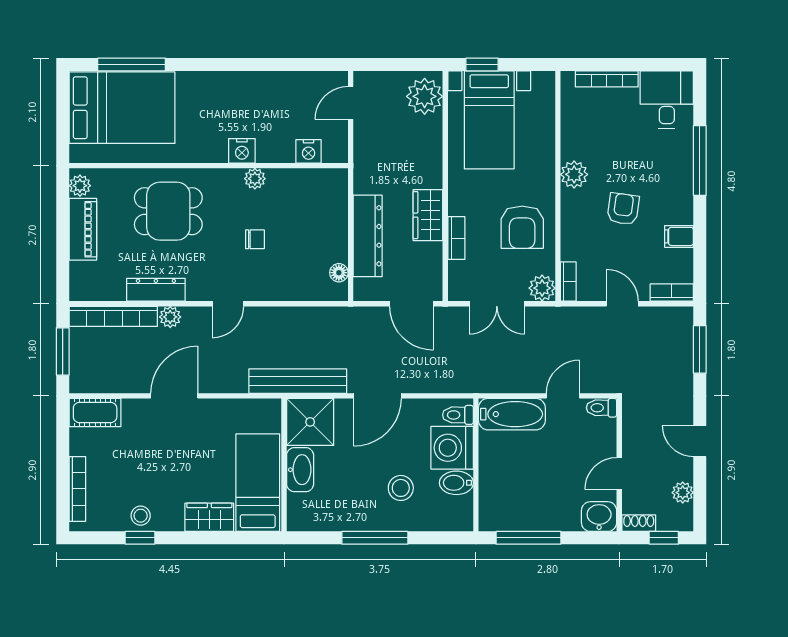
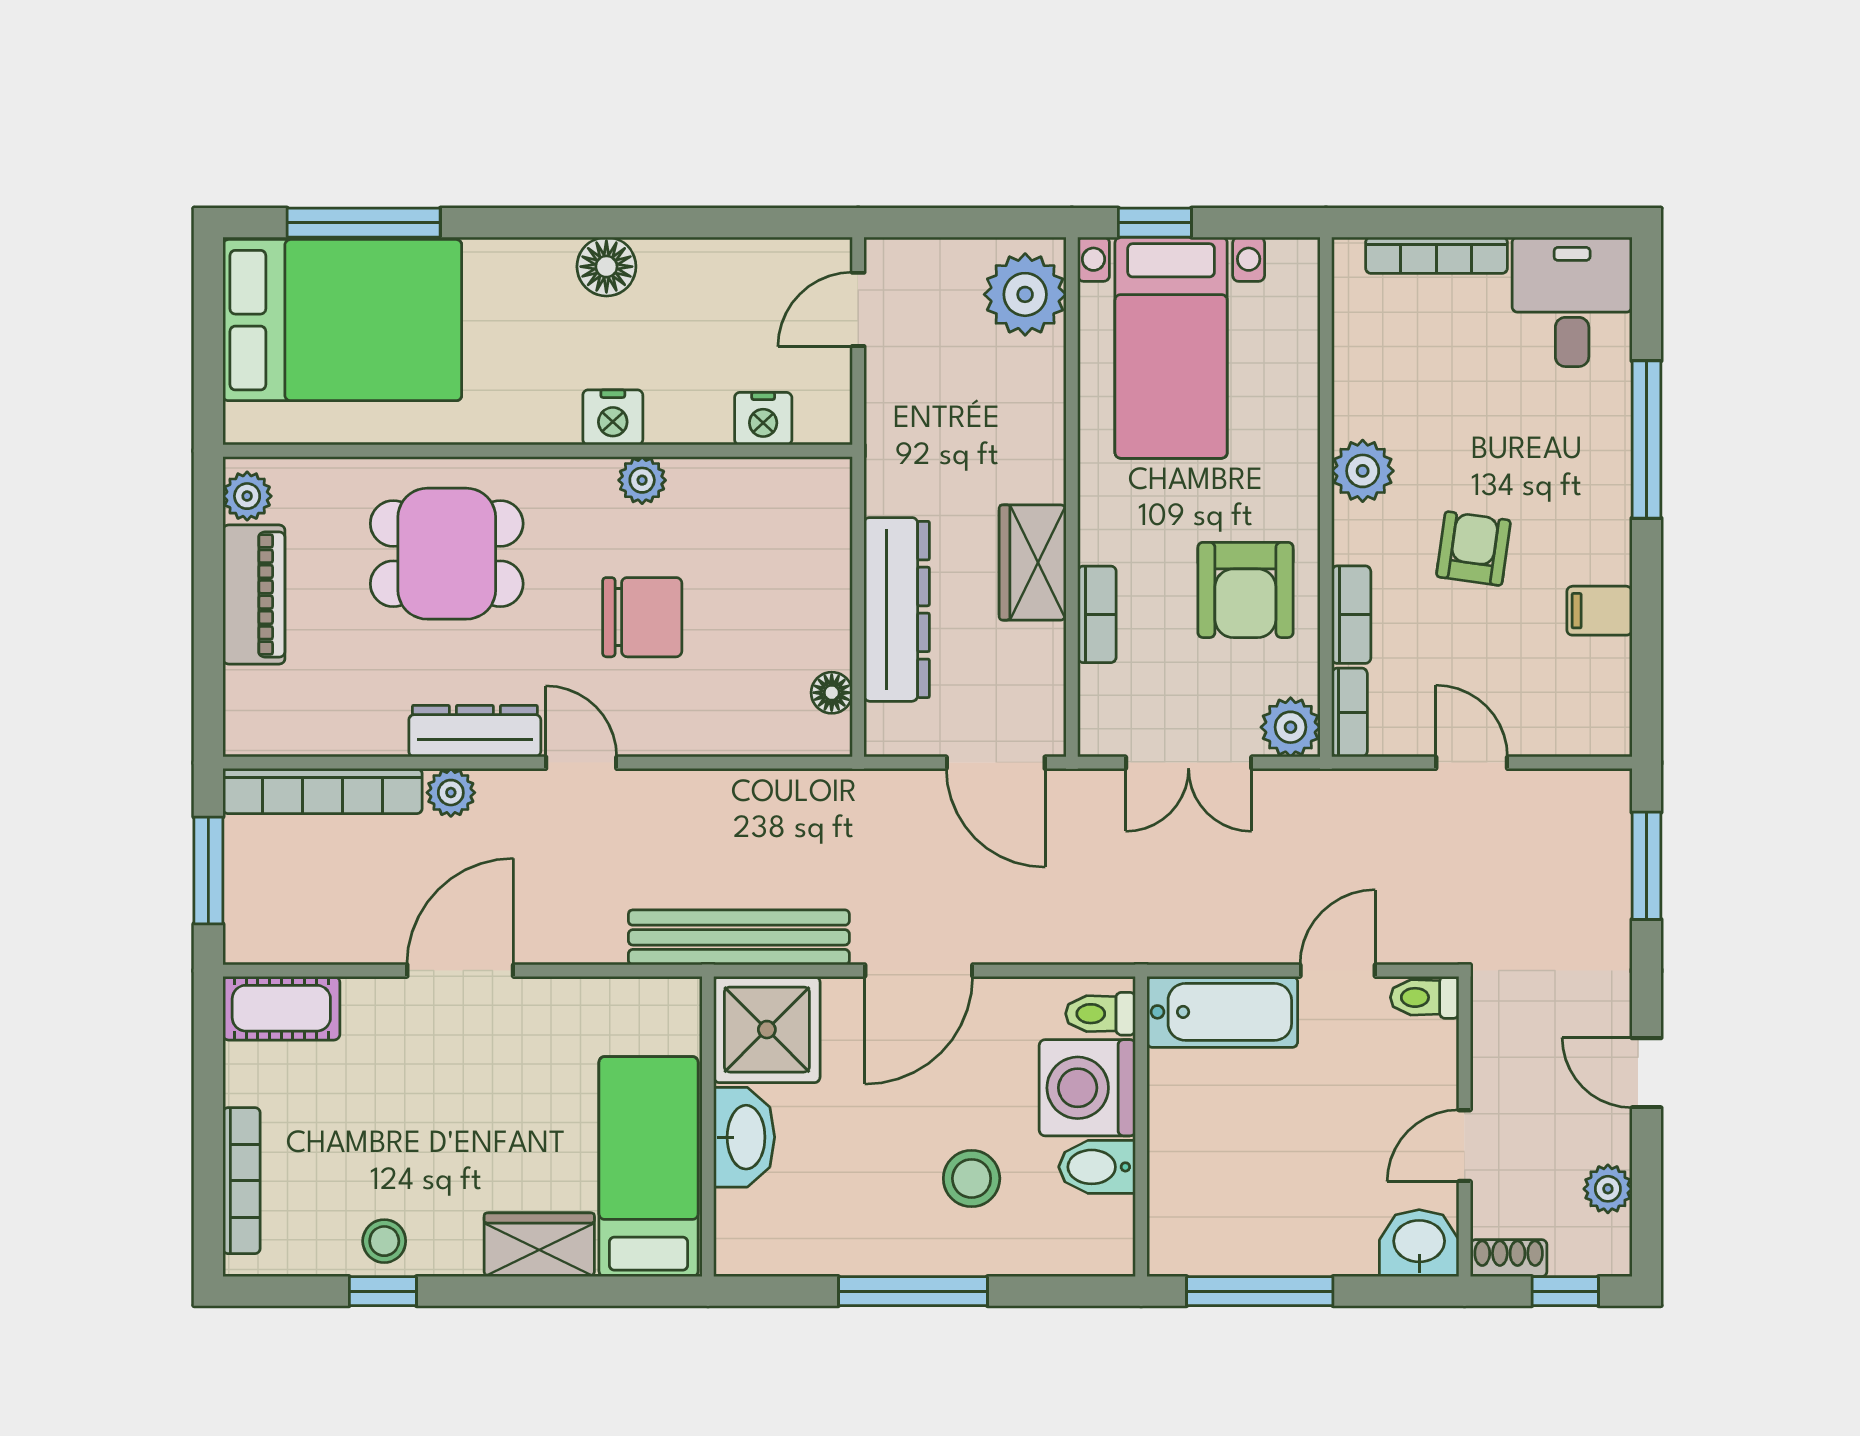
floor lamp: (239, 84) -> (606, 267), added
chair: (255, 239) -> (642, 617), width x1.87, depth x1.87
dresser: (156, 290) -> (475, 731), moved
bookcase: (672, 293) -> (1351, 615), moved, turned 90
door: (228, 304) -> (581, 763), swing flipped

